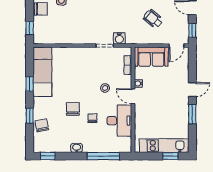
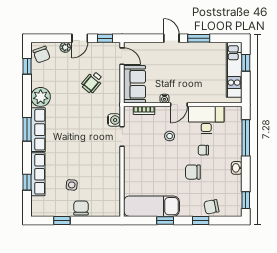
window: (30, 28) -> (102, 220), removed

